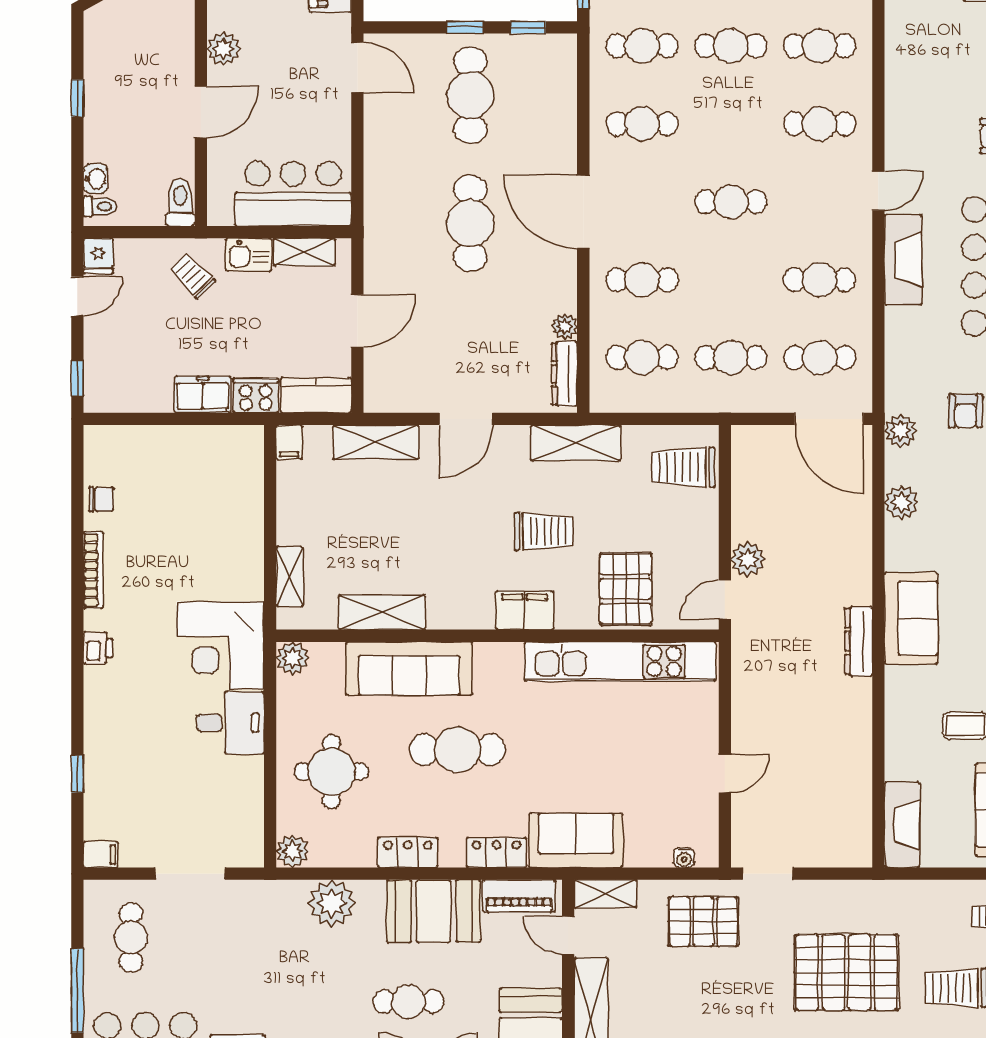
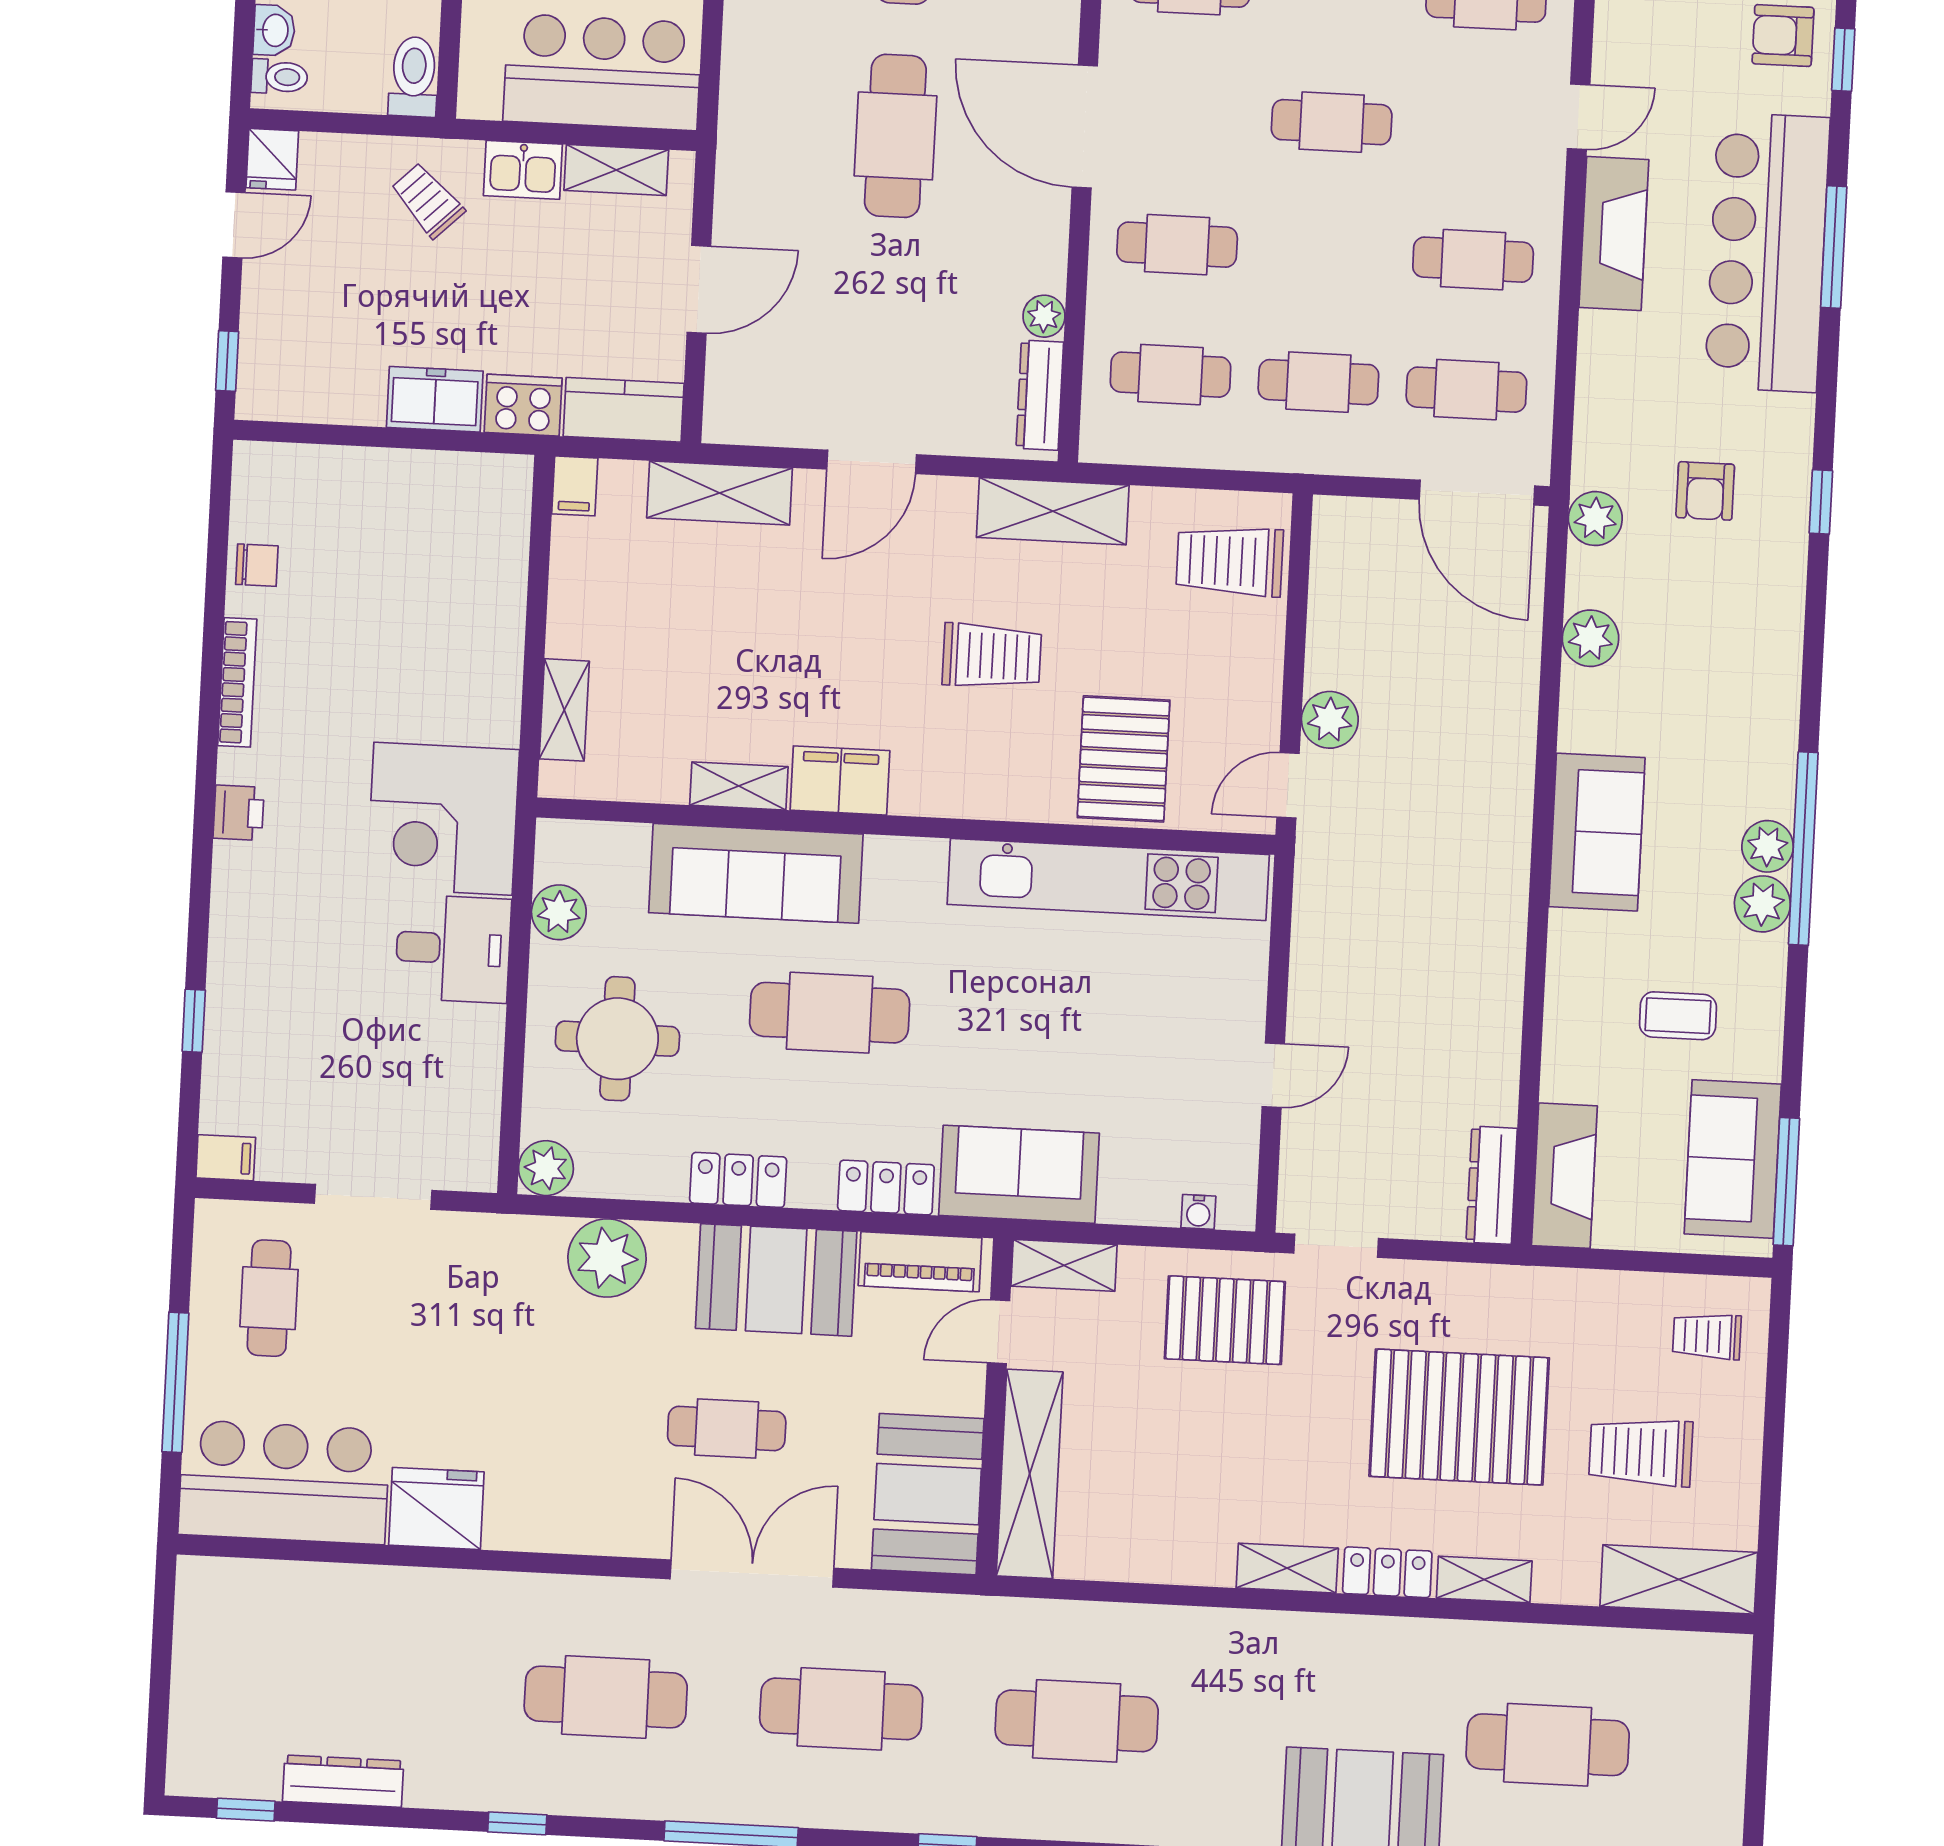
filing cabinet: (525, 610) -> (840, 780), moved
shelving: (382, 612) -> (739, 786), width x0.67, depth x0.75
dresser: (859, 641) -> (1492, 1185), moved
plant: (292, 658) -> (559, 912), moved
door: (568, 935) -> (999, 1332), hinge flipped

